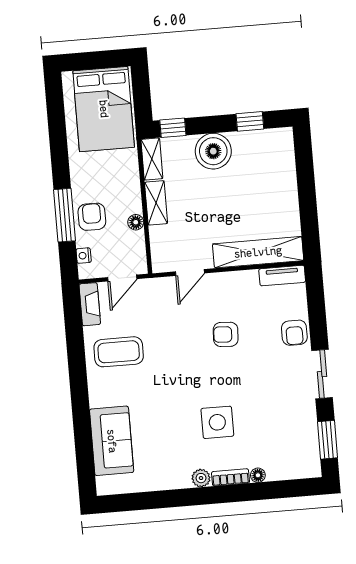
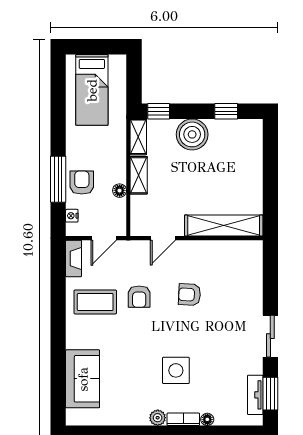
bed: (104, 109) -> (92, 90), width x0.67
tv unit: (282, 276) -> (255, 395), moved, turned 90
armchair: (294, 333) -> (139, 297), moved

